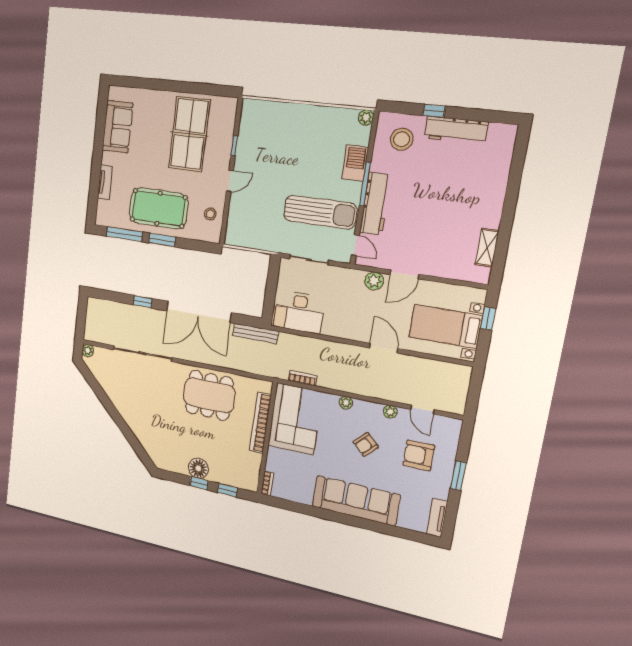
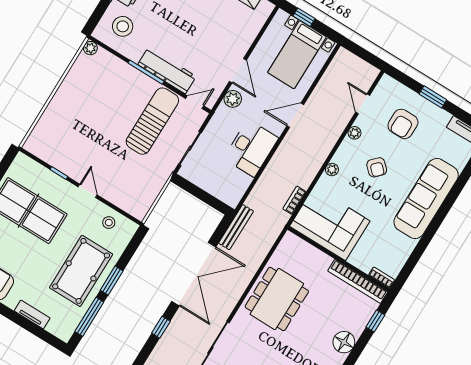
barbecue: (355, 163) -> (124, 73), removed
desk: (299, 312) -> (251, 148), moved
door: (422, 410) -> (363, 104), swing flipped
bookcase: (260, 423) -> (358, 281), moved
window: (199, 483) -> (359, 348), removed

